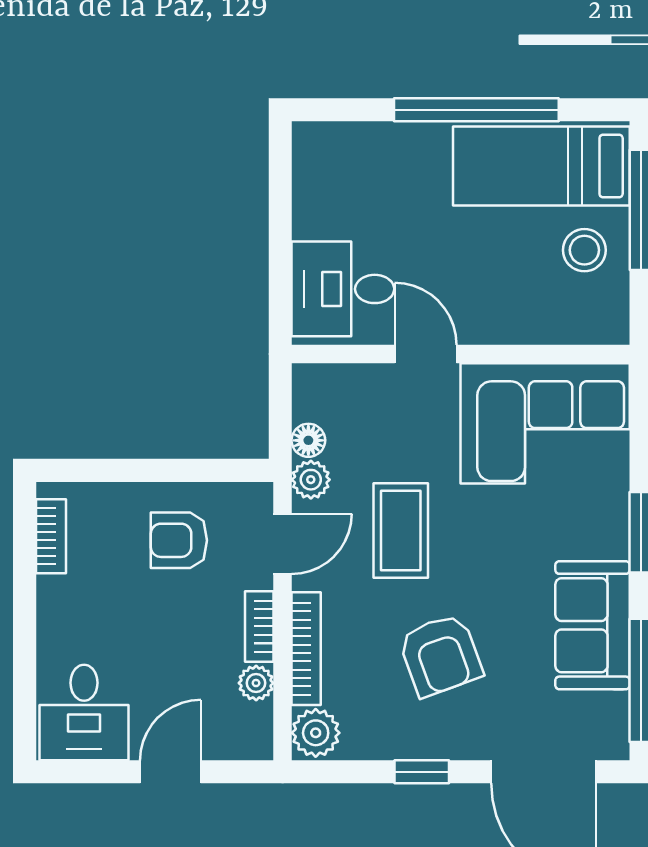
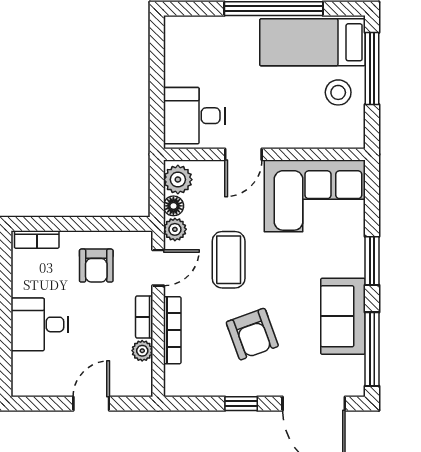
door: (426, 354) -> (243, 154), swing flipped
bookcase: (51, 536) -> (37, 240), moved, turned 90
armchair: (179, 540) -> (96, 266), turned -90
desk: (84, 712) -> (40, 324), moved, turned 90
plant: (316, 733) -> (178, 180), moved

